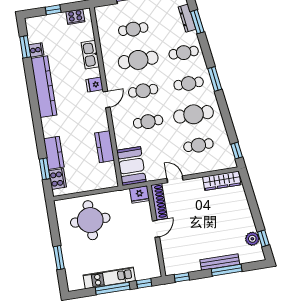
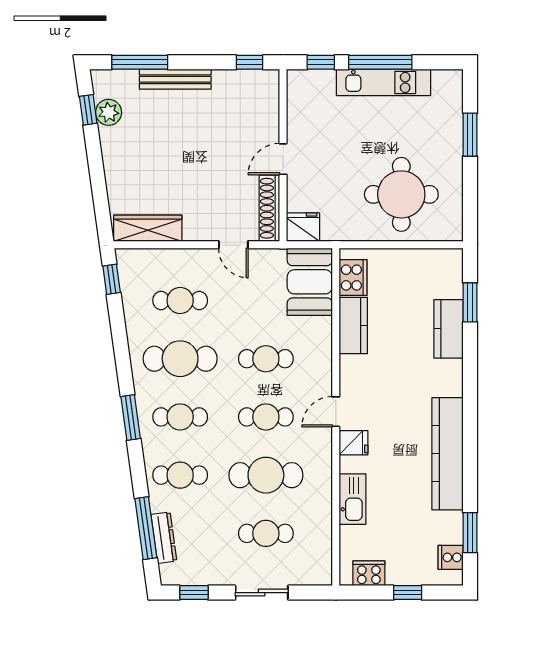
window: (197, 22) -> (146, 528), width x1.44
cooker: (36, 50) -> (451, 557), moved
cooker: (58, 179) -> (353, 278), moved, turned 180
window: (227, 270) -> (140, 62), moved

